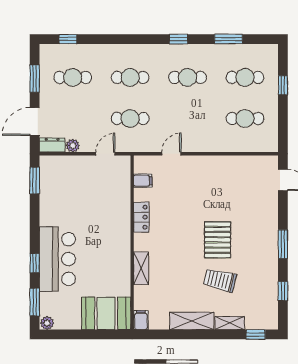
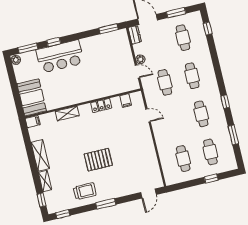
plant: (73, 146) -> (140, 59), moved
trolley: (220, 280) -> (85, 191), moved, turned 76
window: (283, 291) -> (63, 214), moved

